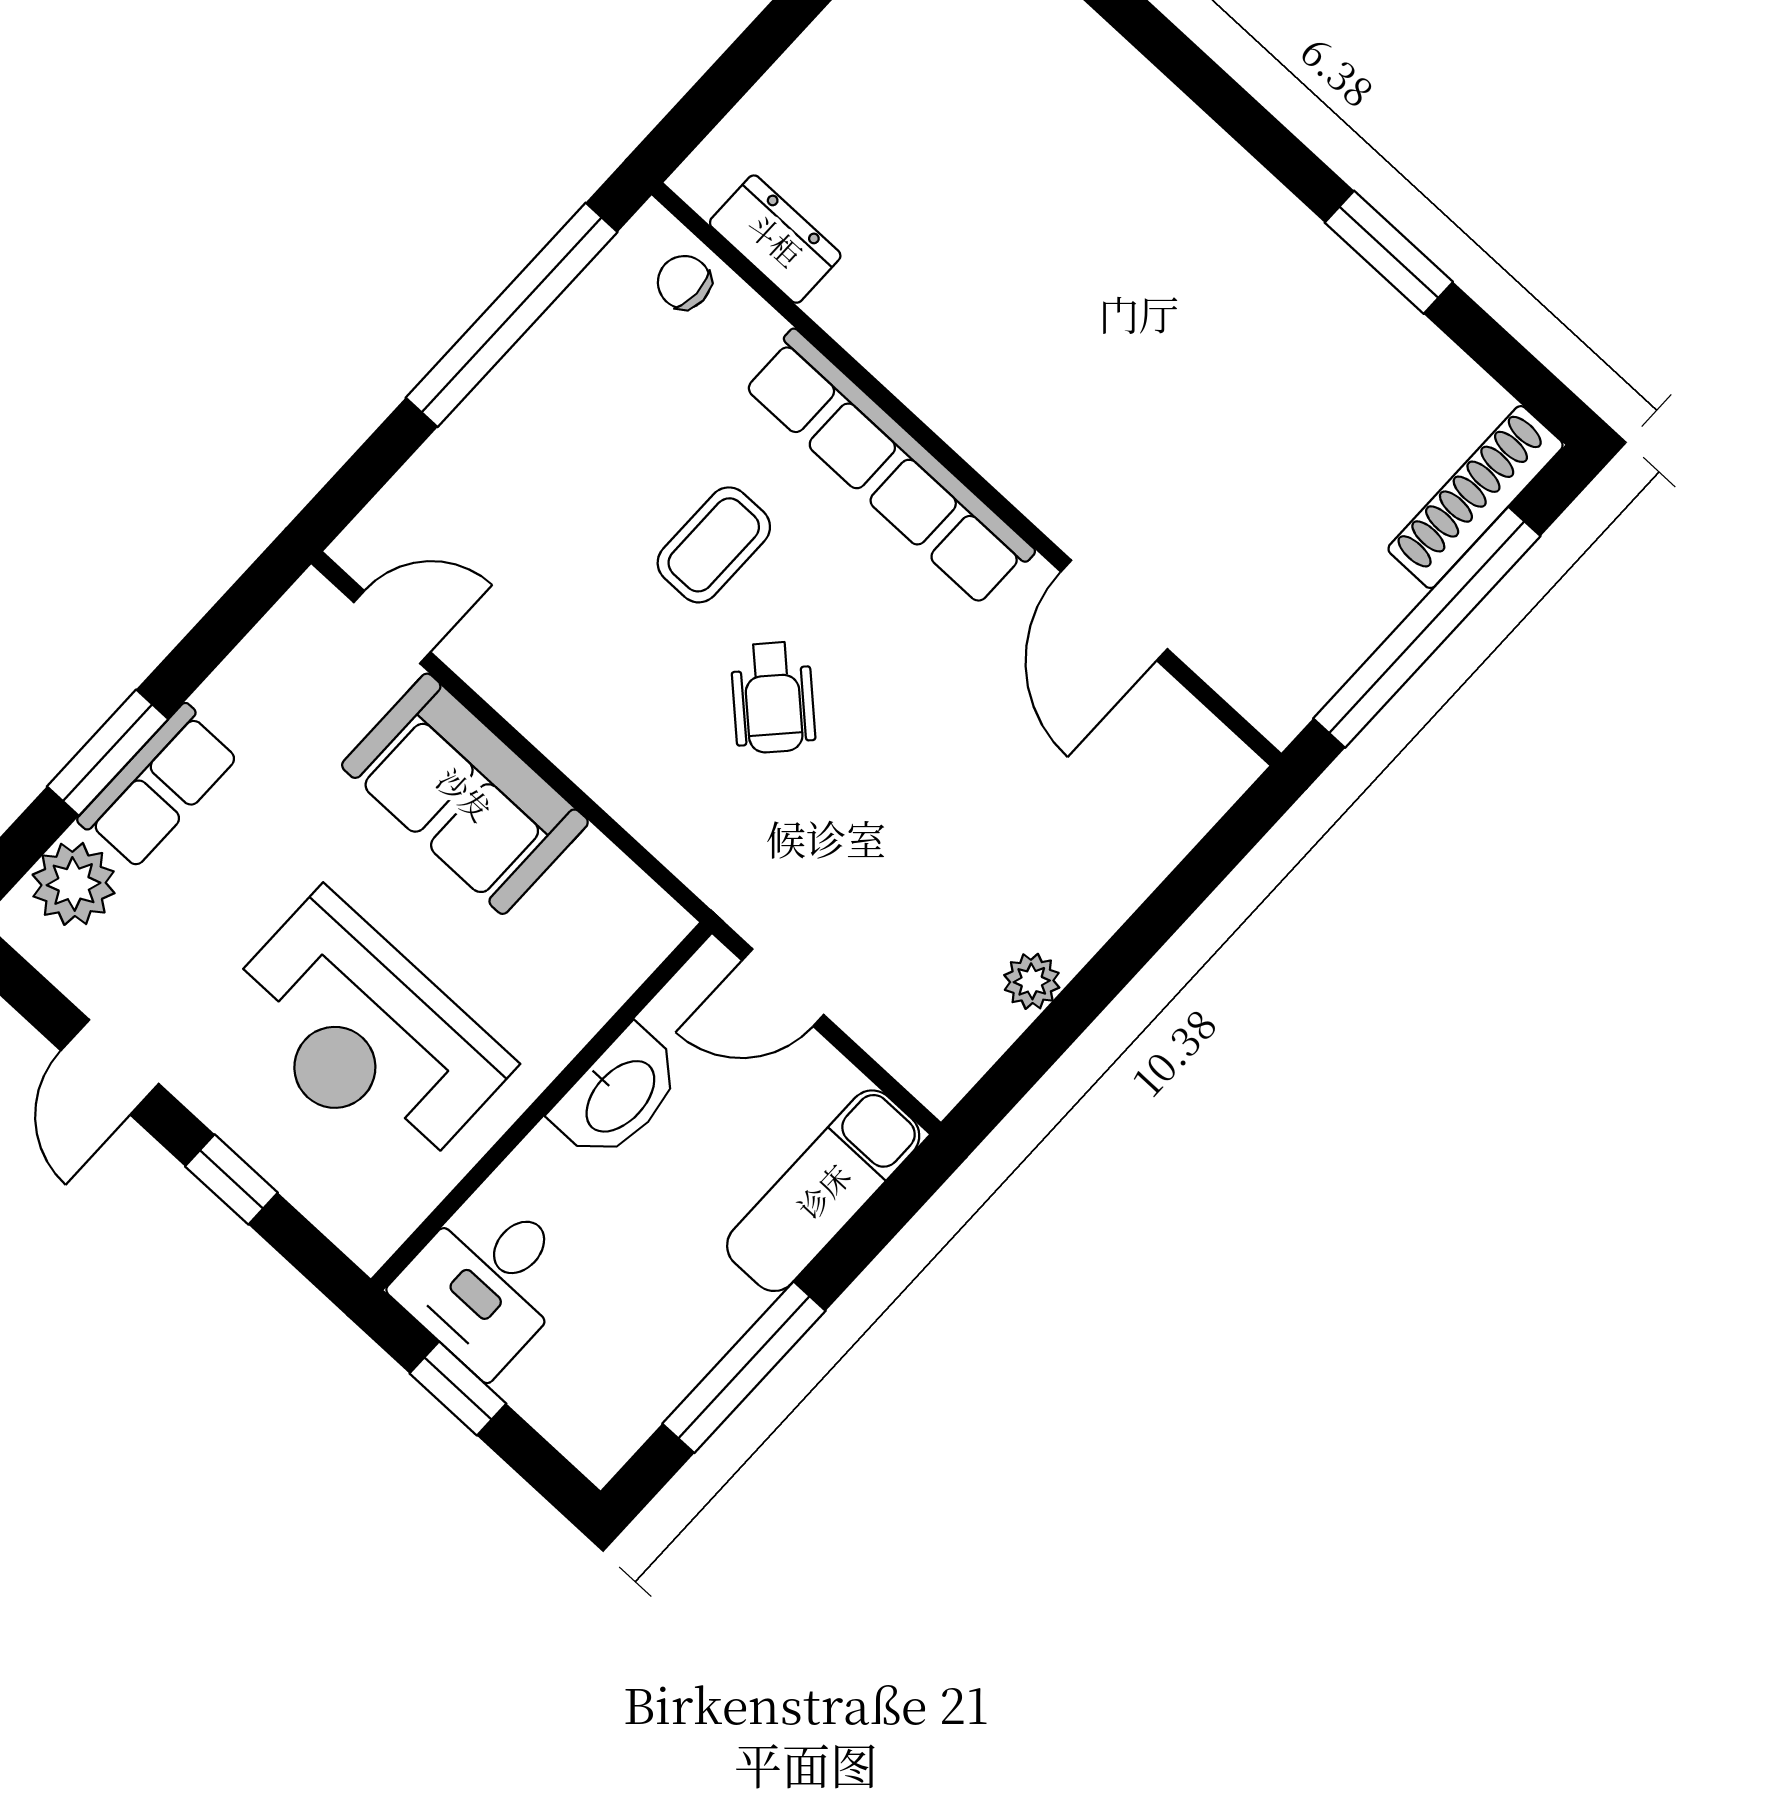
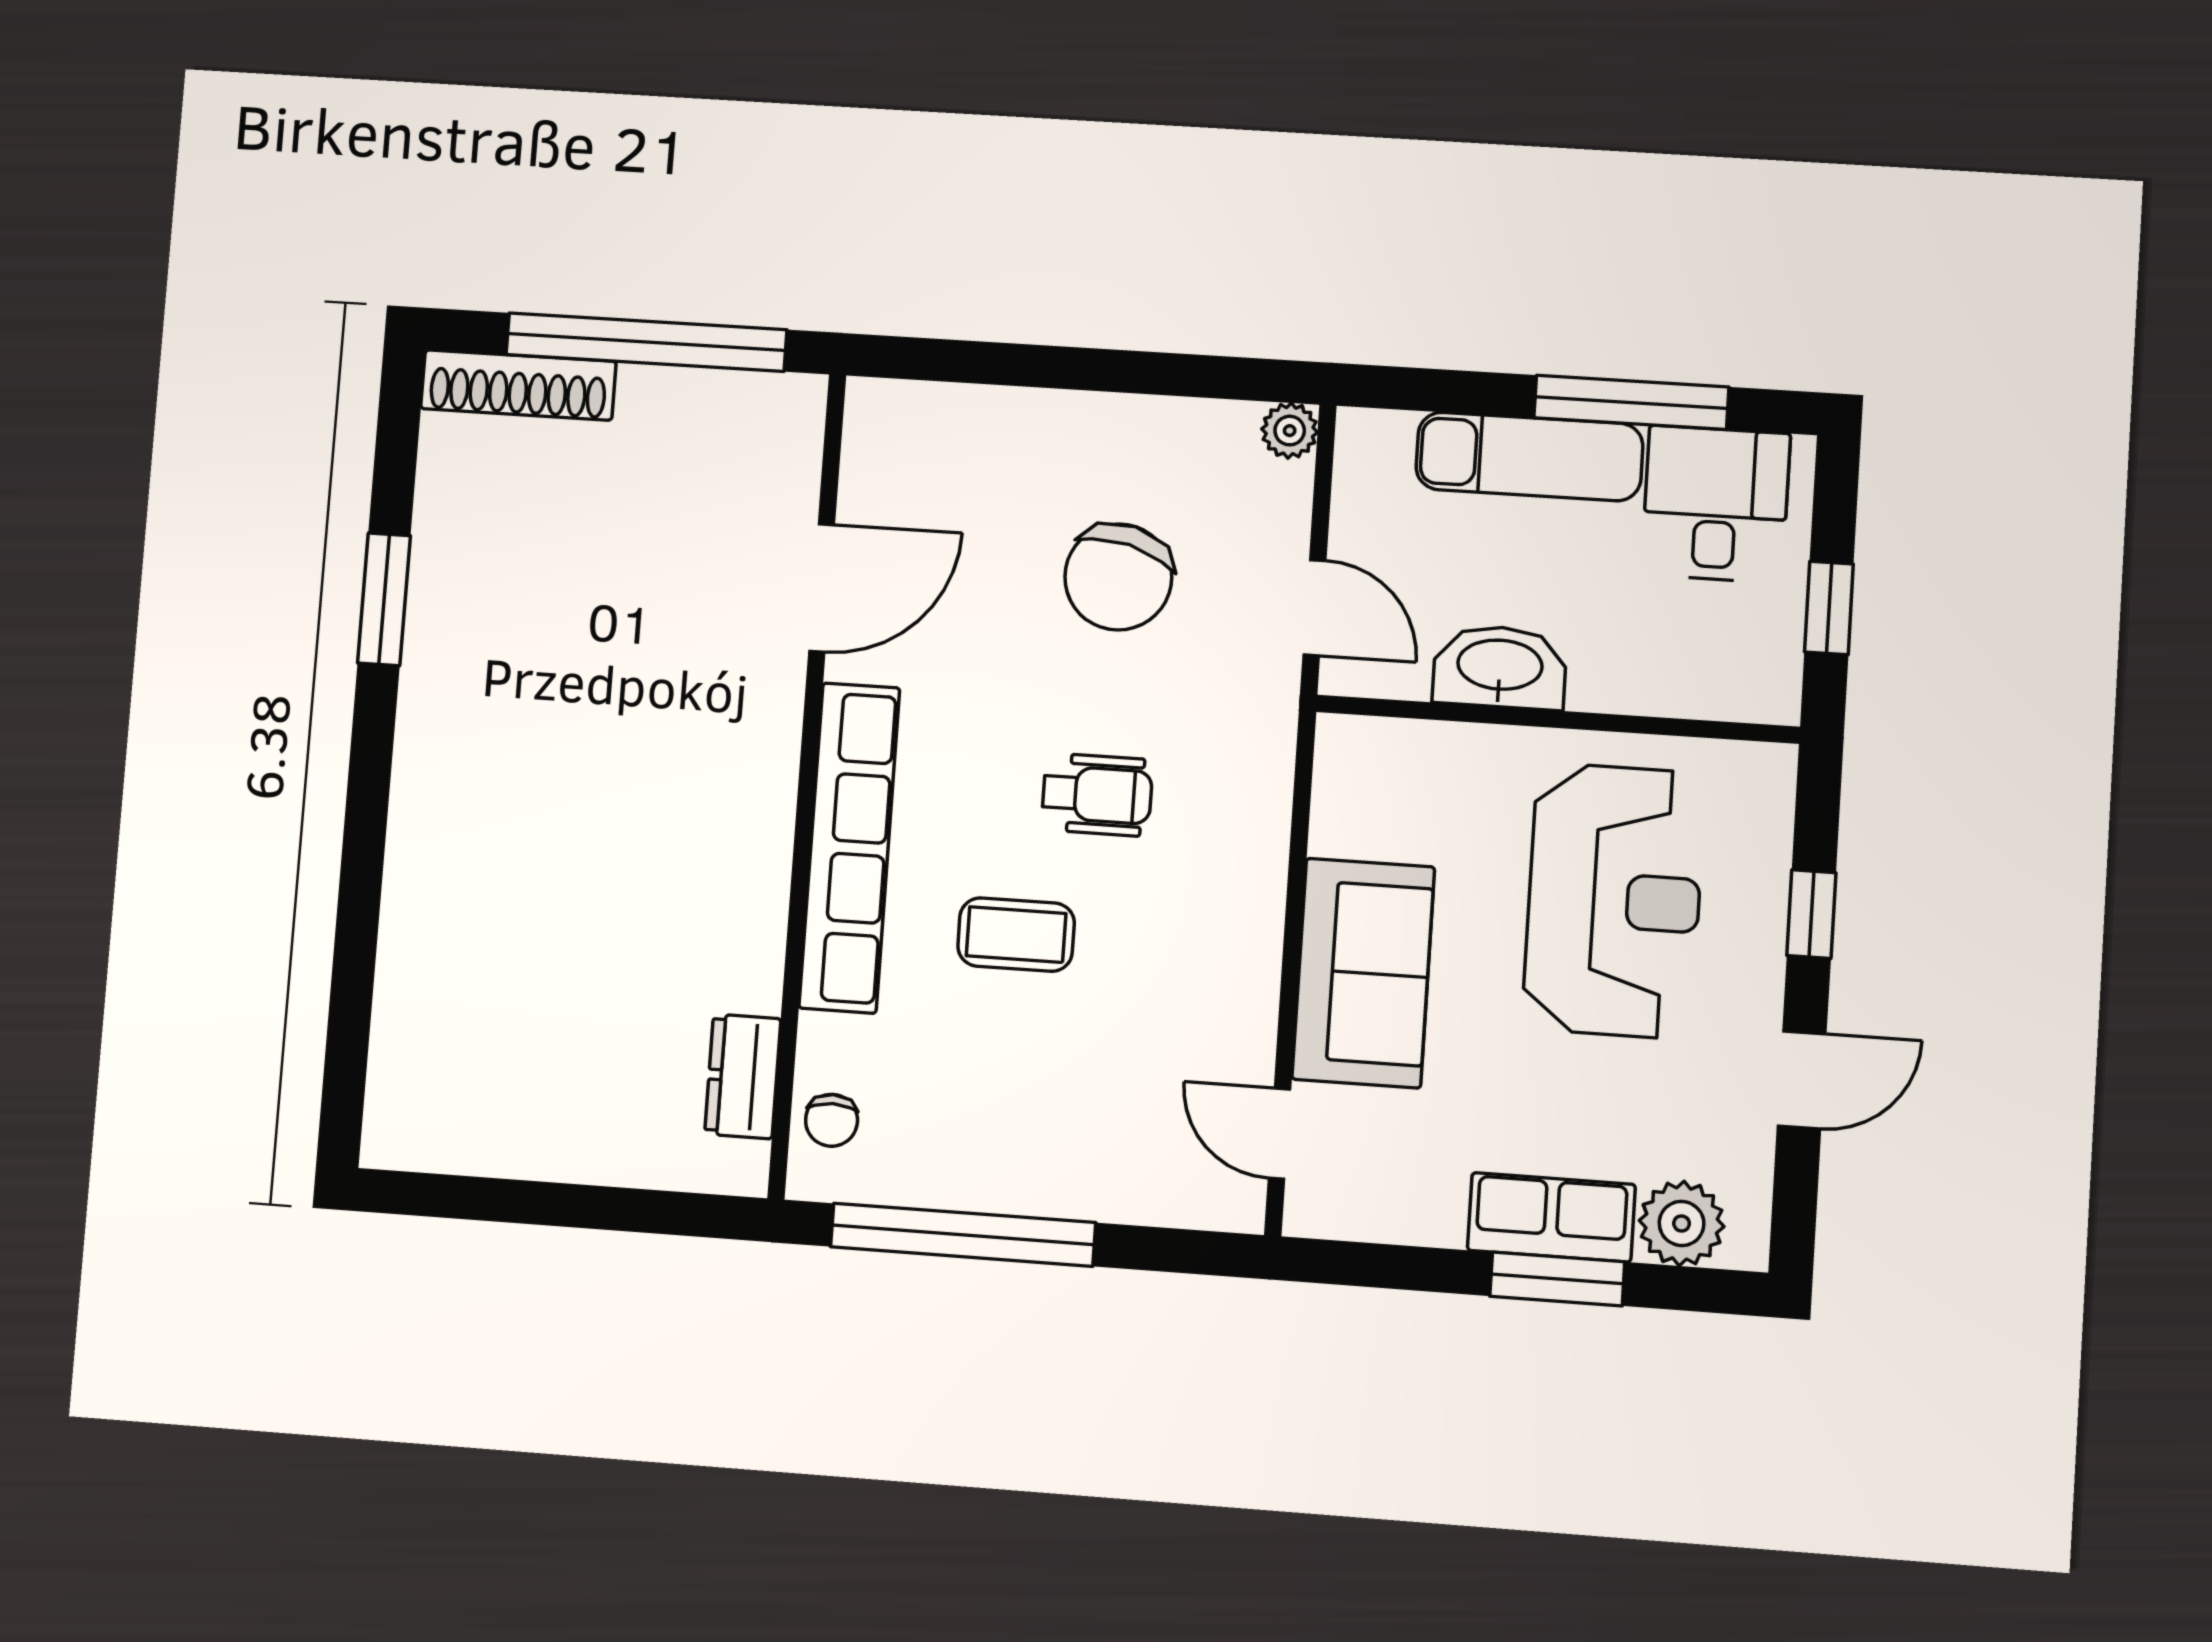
wheelchair: (773, 697) -> (1097, 795), turned 47
chair: (932, 853) -> (1118, 577), added
plant: (1032, 981) -> (1290, 431), moved
exam couch: (823, 1191) -> (1529, 457), moved
desk: (487, 1282) -> (1716, 504), moved, turned -90

